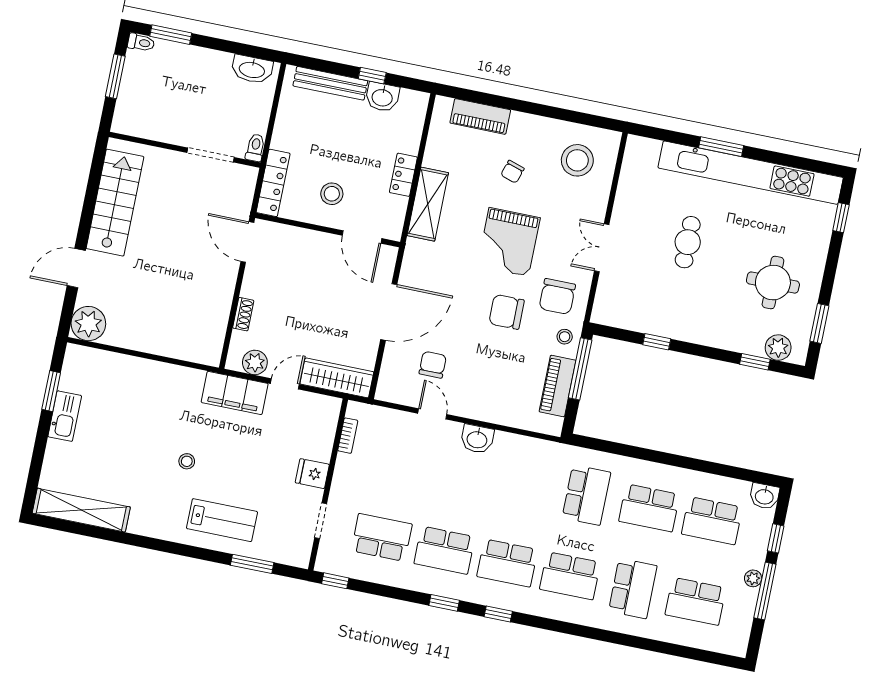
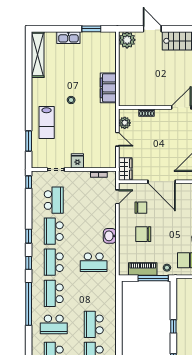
chair: (507, 312) -> (143, 234), moved, turned -90
window: (657, 342) -> (173, 326), moved
wardrobe: (337, 378) -> (125, 169), width x0.67
filing cabinet: (235, 393) -> (108, 88), moved
door: (432, 414) -> (117, 197), moved
kitchen sink: (65, 416) -> (68, 38), moved
school desk: (586, 495) -> (94, 262), moved
window: (581, 631) -> (29, 304), added

